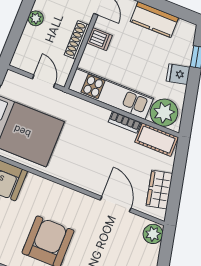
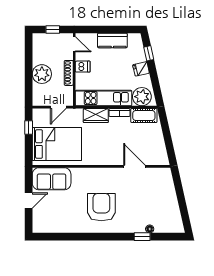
plant: (36, 18) -> (42, 74), width x1.87, depth x1.87
door: (44, 81) -> (58, 107), swing flipped
wardrobe: (159, 190) -> (96, 116), moved, turned -77
plant: (153, 234) -> (165, 176), removed

